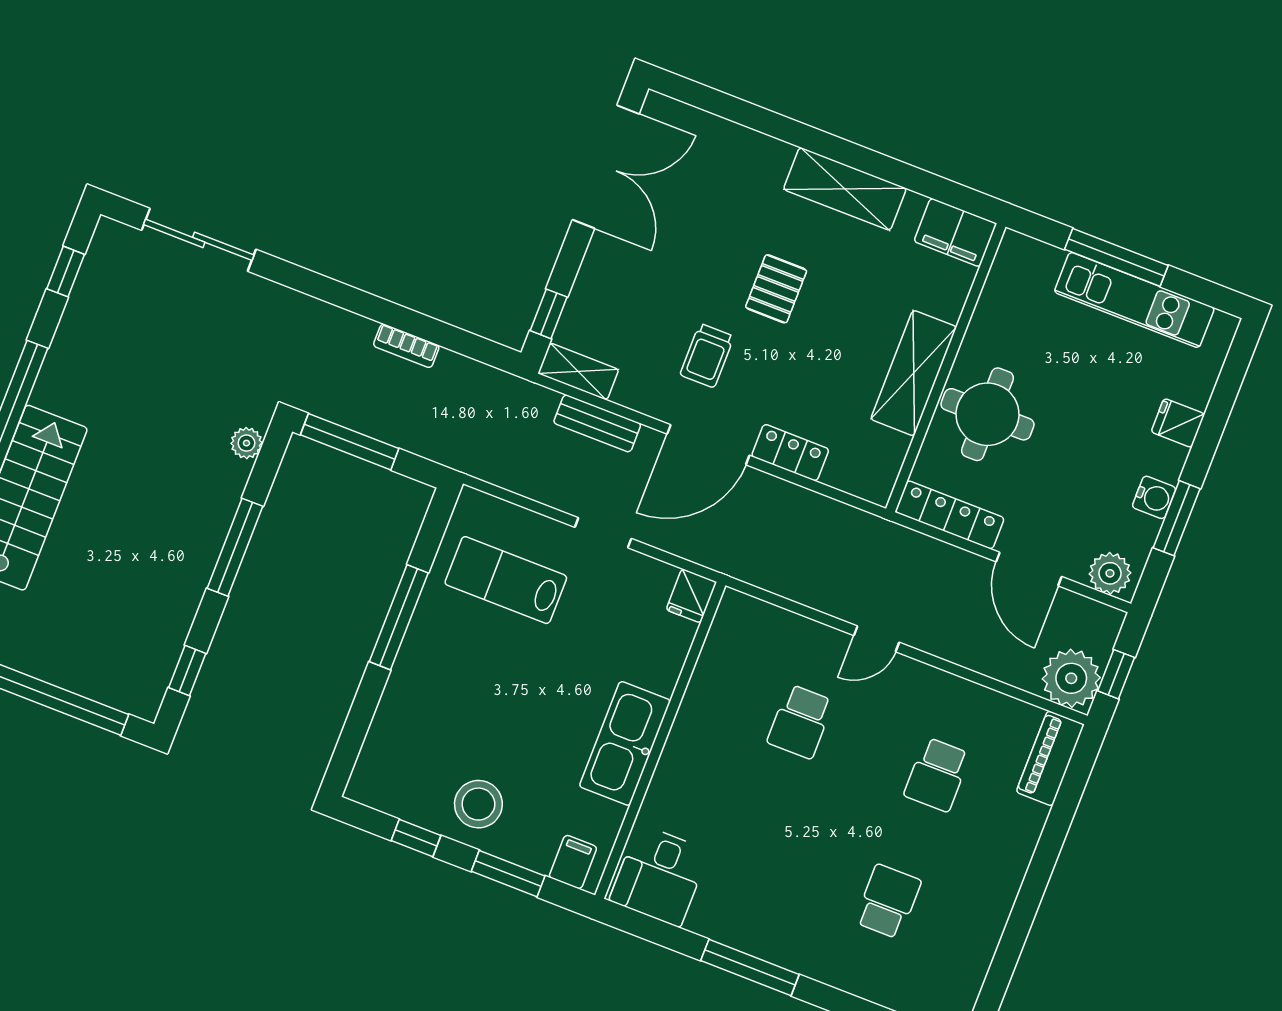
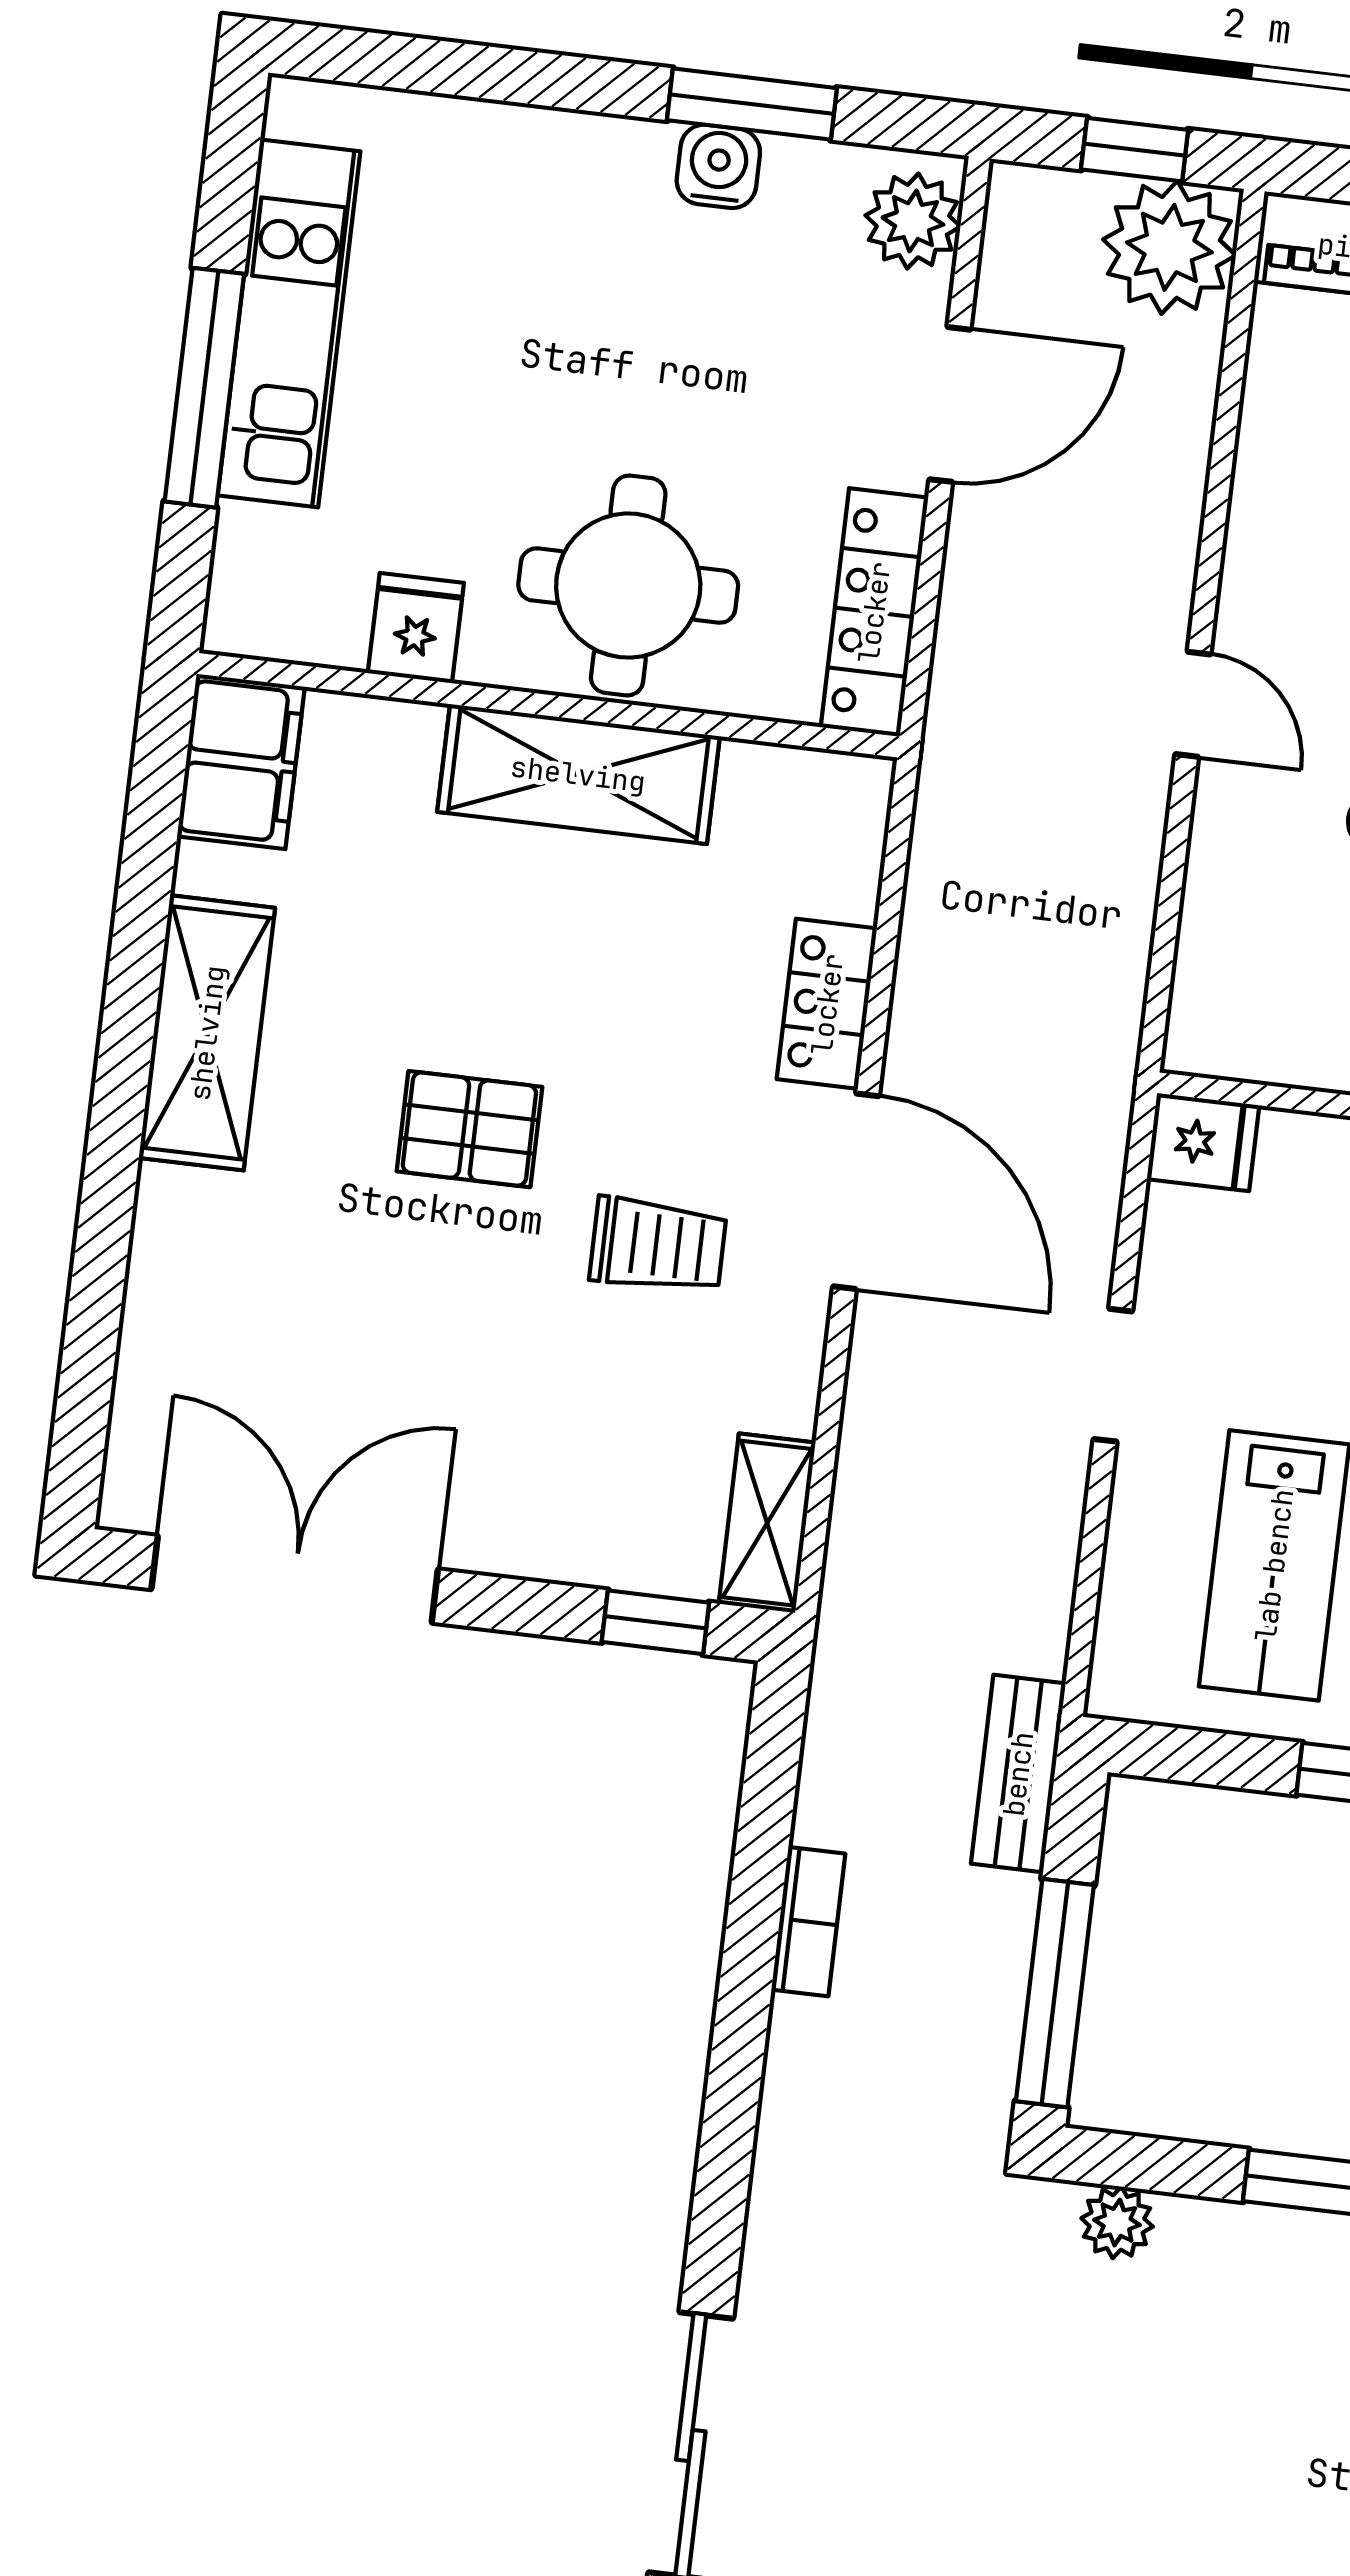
bench: (597, 423) -> (1018, 1774), moved
fridge: (1178, 423) -> (416, 628), moved, turned 180

